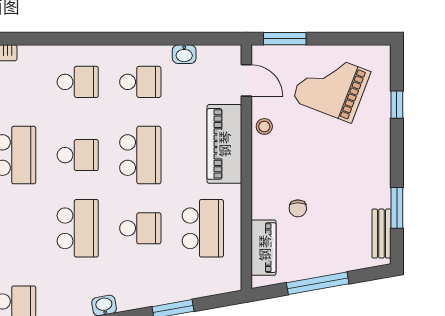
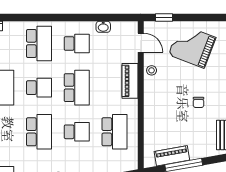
window: (285, 39) -> (164, 17), width x0.67
school desk: (78, 82) -> (39, 43), width x1.85
piano: (224, 144) -> (130, 81), width x0.73, depth x0.75
chair: (298, 208) -> (199, 102), moved
piano: (264, 248) -> (172, 156), moved, turned -100

